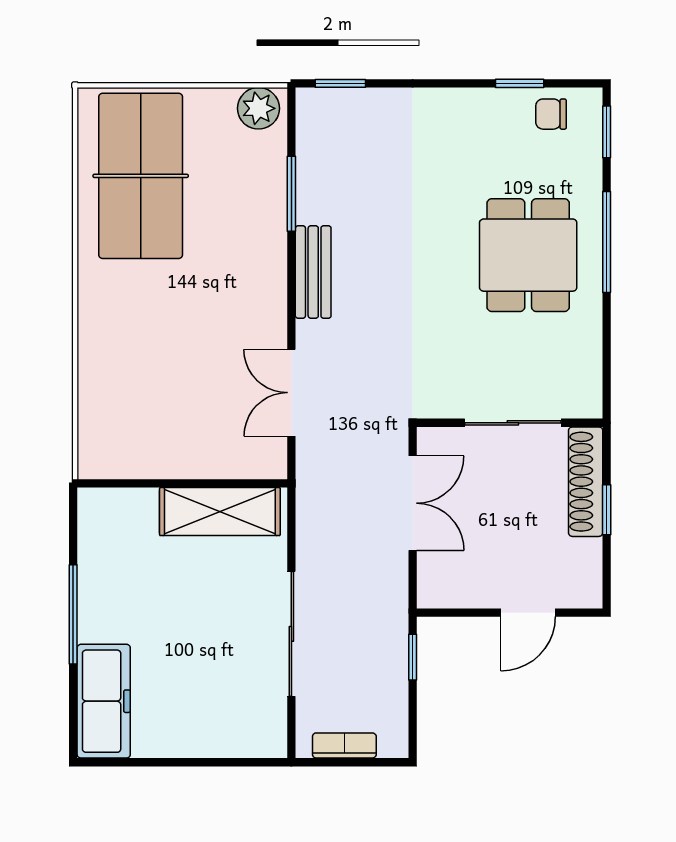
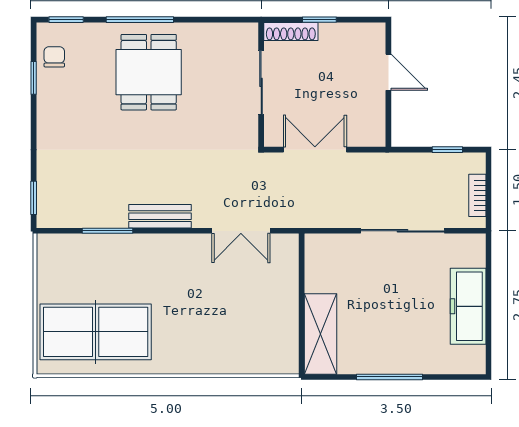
plant: (258, 108) -> (50, 253), removed
chair: (551, 114) -> (54, 57), turned 180
dining table: (528, 255) -> (149, 72), turned 90
shoe rack: (586, 482) -> (291, 31), width x0.74, depth x0.81
shelving: (220, 512) -> (321, 334), moved
window: (413, 657) -> (447, 150), moved
freezer: (104, 701) -> (468, 306), moved, turned -90

